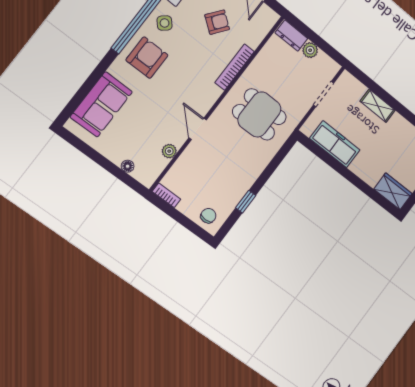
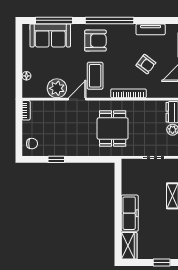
side table: (165, 23) -> (122, 36), removed
window: (87, 87) -> (54, 20), added
coffee table: (187, 89) -> (95, 76), added
freezer: (335, 144) -> (130, 213), moved
plant: (169, 151) -> (57, 88), width x1.88, depth x1.88

